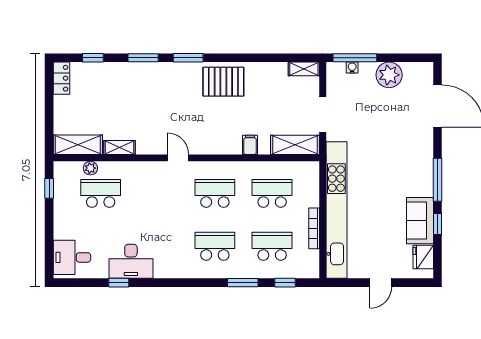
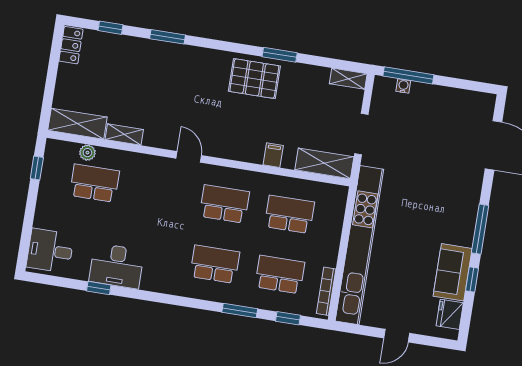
window: (188, 58) -> (280, 55), moved
plant: (389, 75) -> (444, 101), removed
bookcase: (314, 228) -> (326, 291), moved

